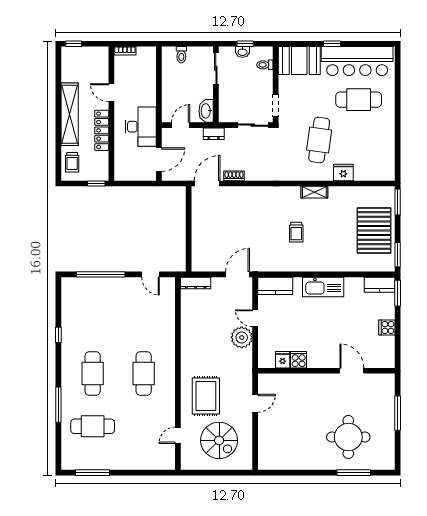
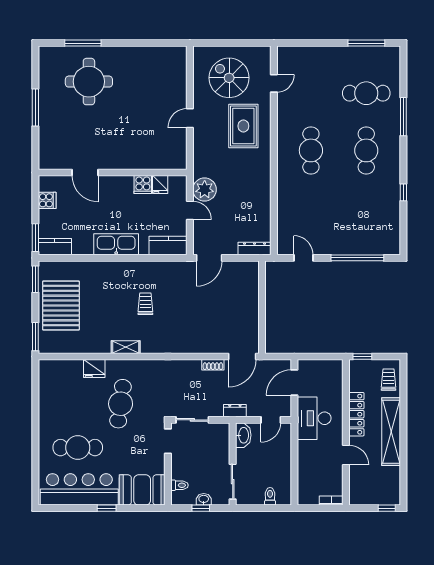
fridge: (283, 360) -> (160, 184), moved
cooker: (299, 360) -> (143, 185), moved
wall: (326, 371) -> (113, 173), moved
door: (352, 371) -> (85, 173), moved

